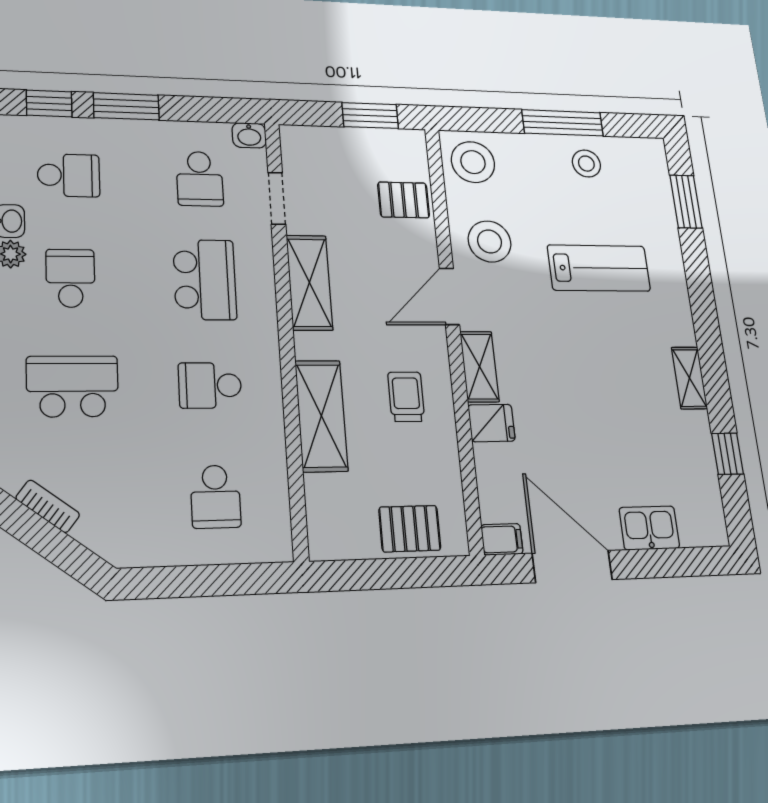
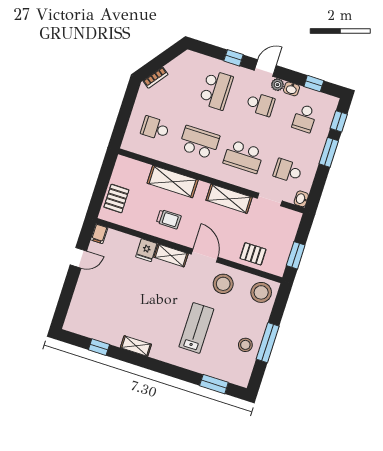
pallet: (404, 200) -> (253, 254), turned 90
lab bench: (599, 268) -> (196, 328), turned 180
school desk: (210, 385) -> (199, 142), width x1.85
bookcase: (48, 506) -> (156, 78), moved
kitchen sink: (649, 528) -> (82, 298), removed
door: (572, 566) -> (78, 258), width x0.53

